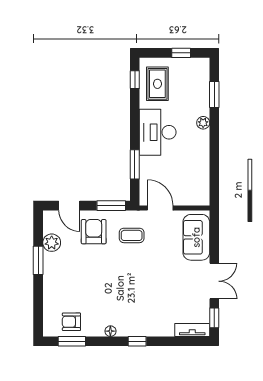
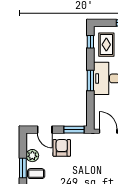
window: (135, 164) -> (90, 80), moved
coffee table: (132, 235) -> (36, 174), moved

